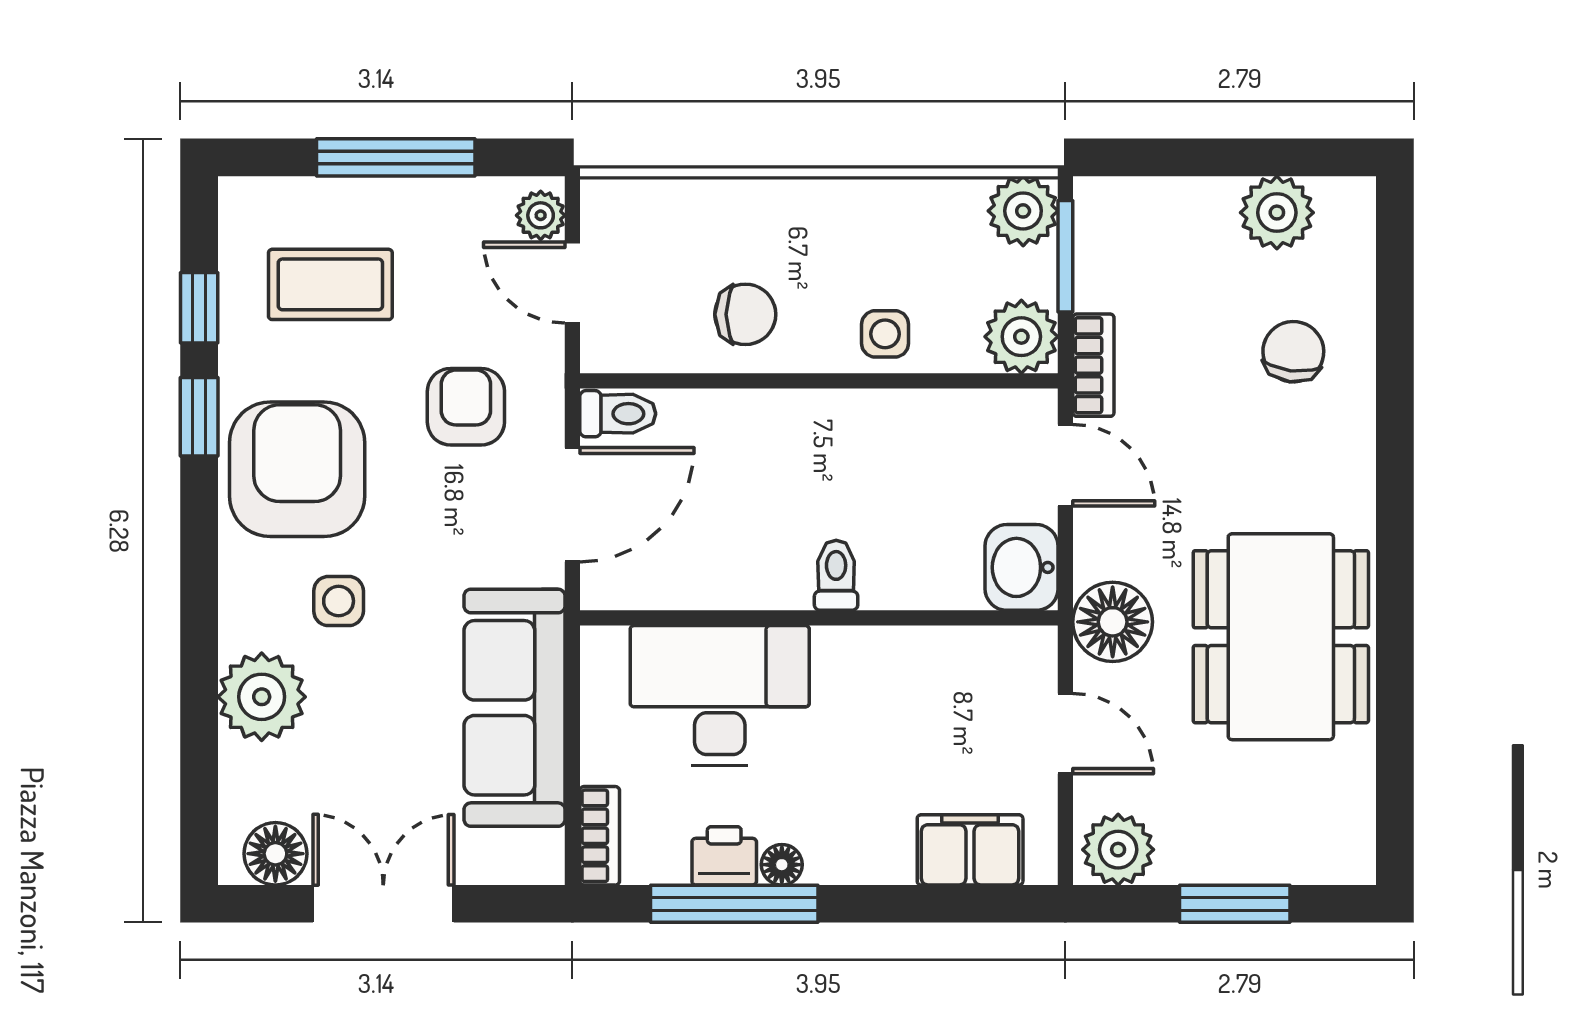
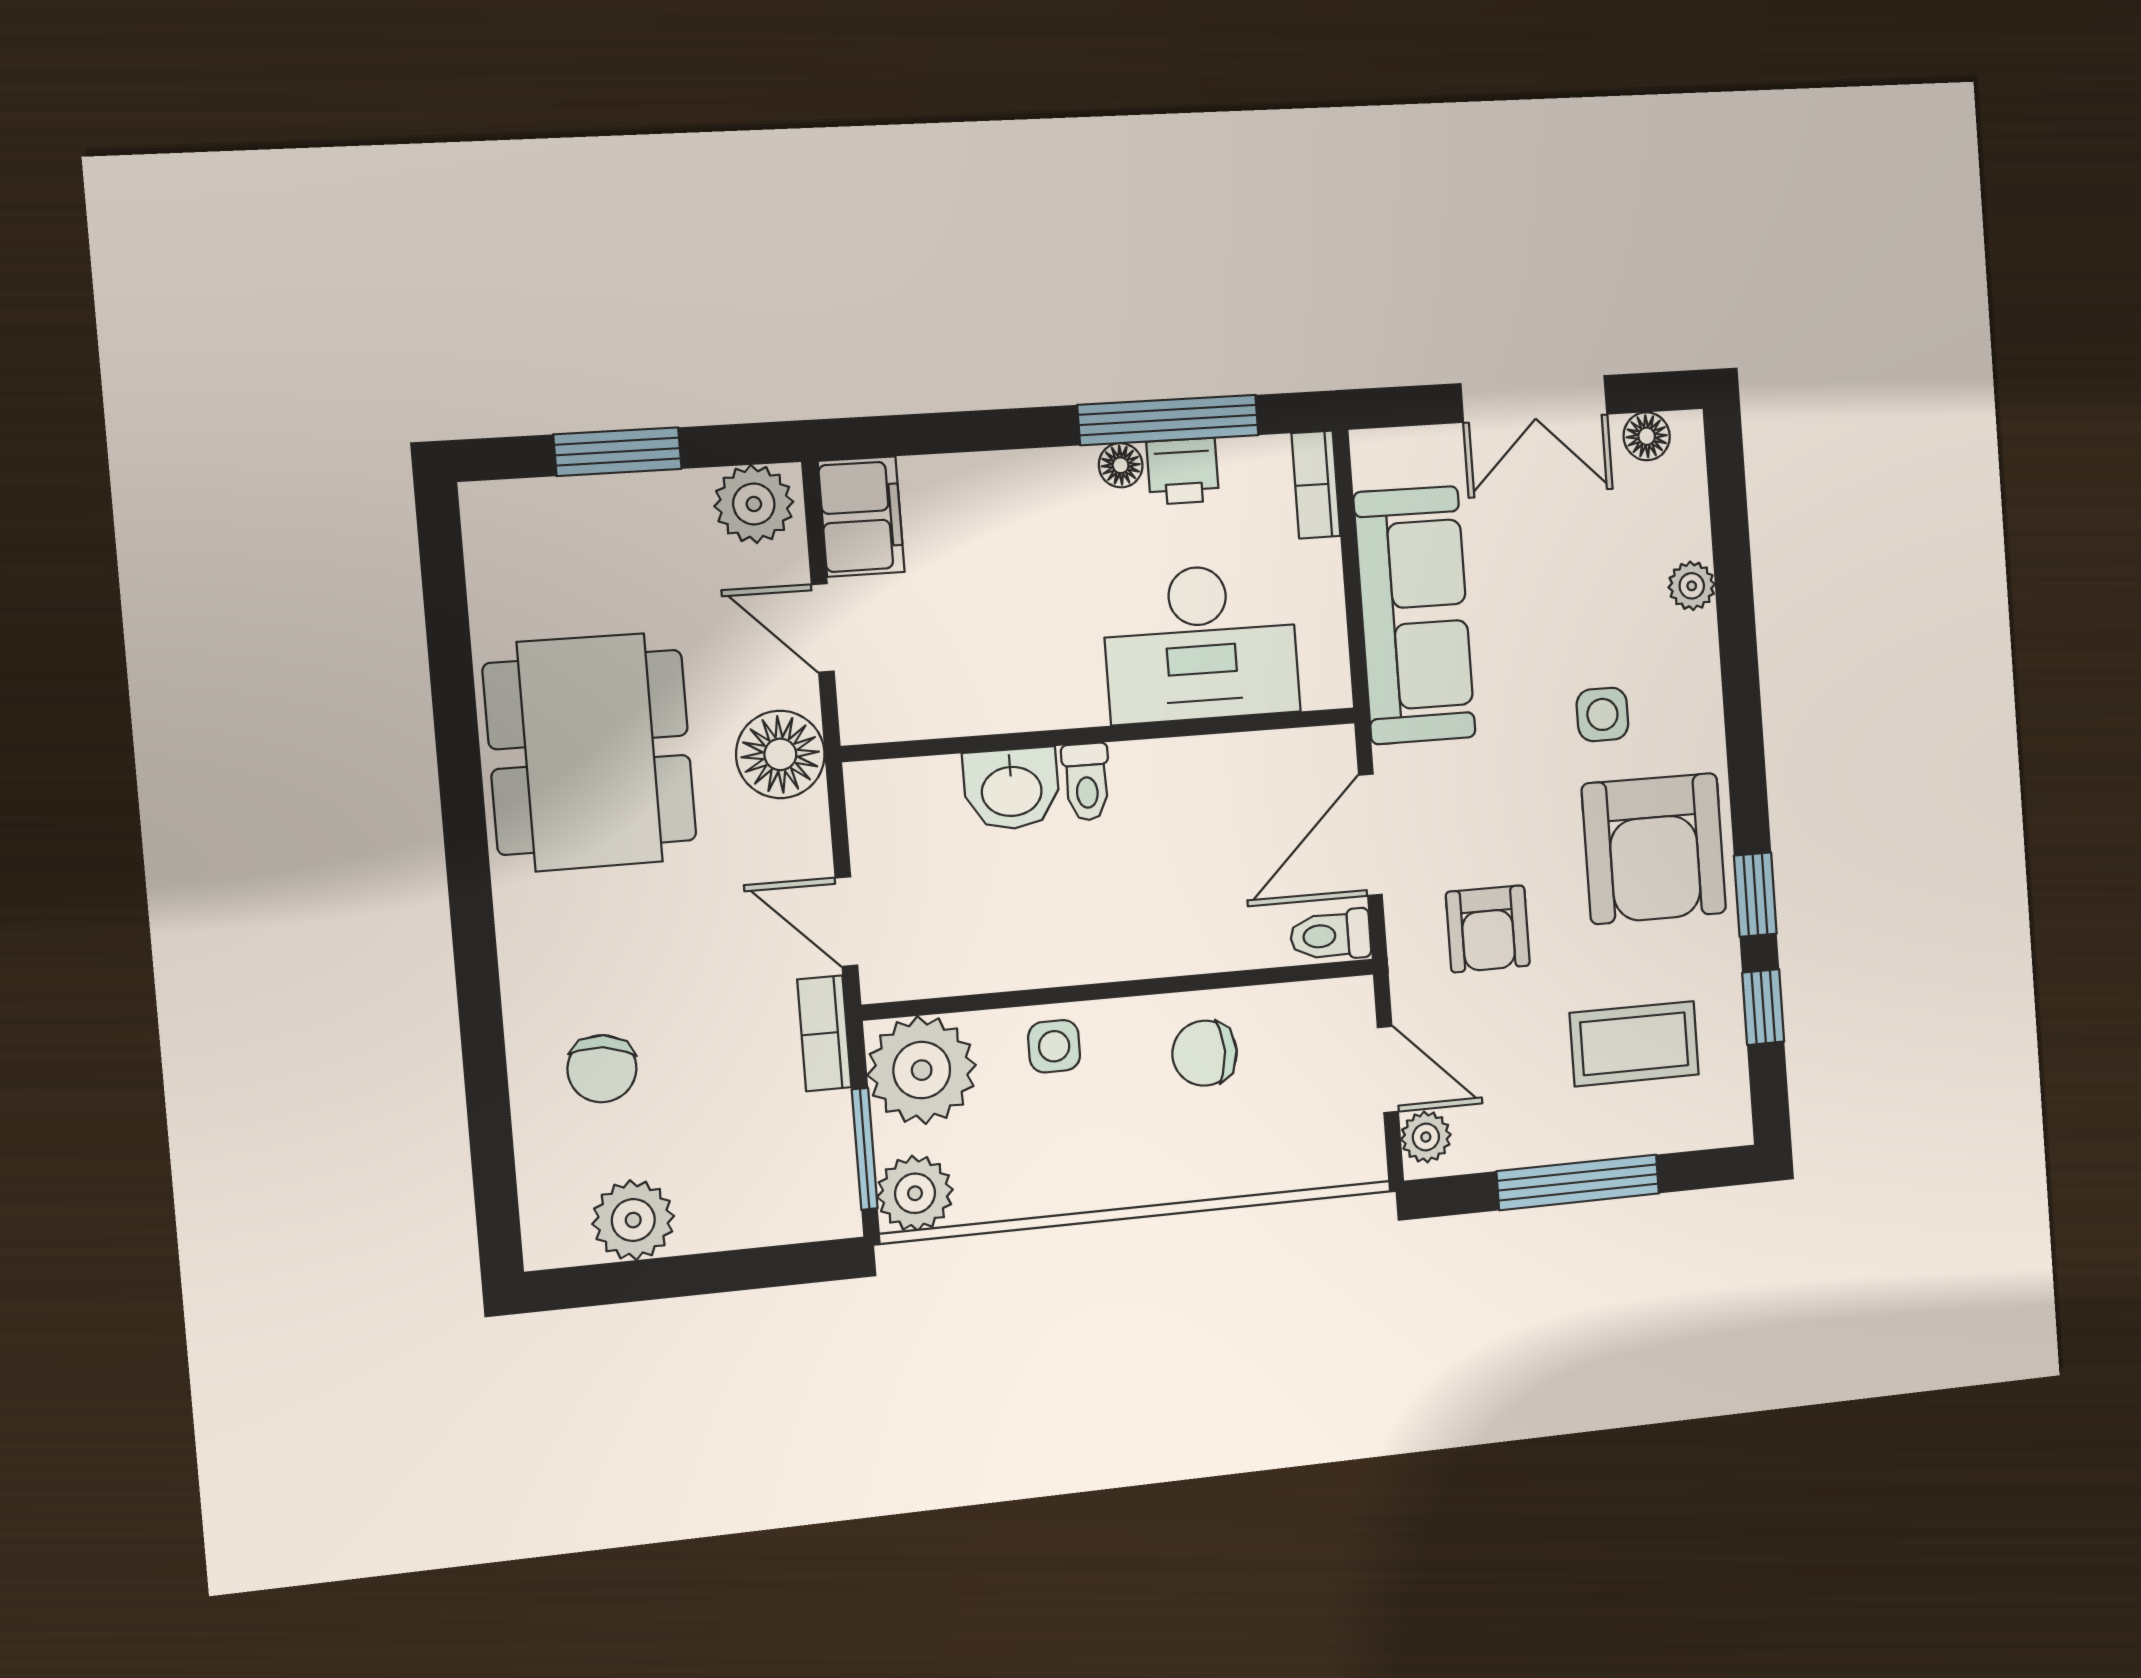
plant: (1021, 337) -> (922, 1070), width x1.36, depth x1.36
washbasin: (1022, 567) -> (1012, 789), moved, turned 90
plant: (262, 697) -> (1692, 586), width x0.53, depth x0.53
filing cabinet: (970, 850) -> (861, 517), moved, turned -90
floor lamp: (275, 854) -> (1647, 436), width x0.73, depth x0.73

